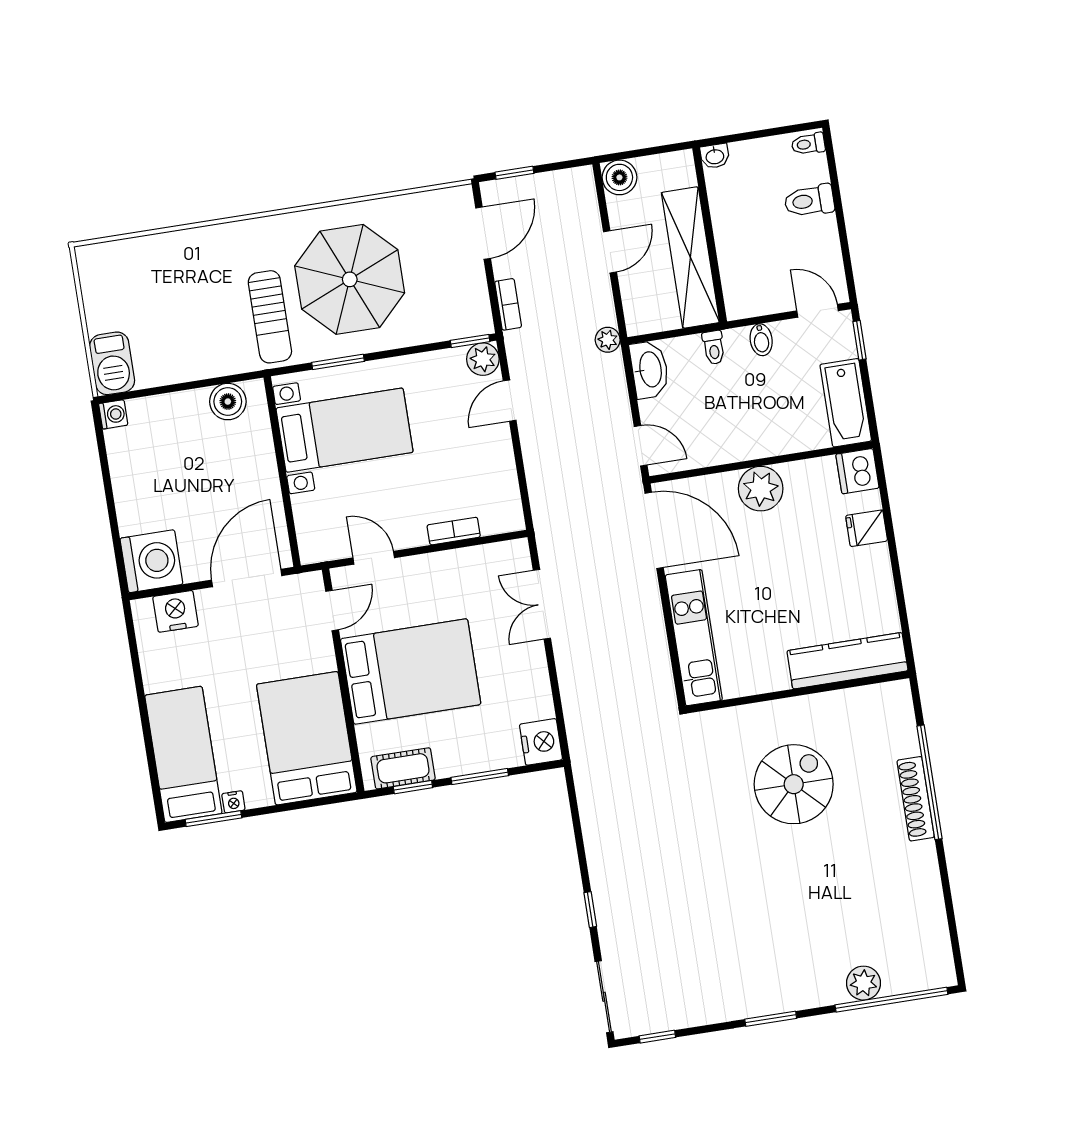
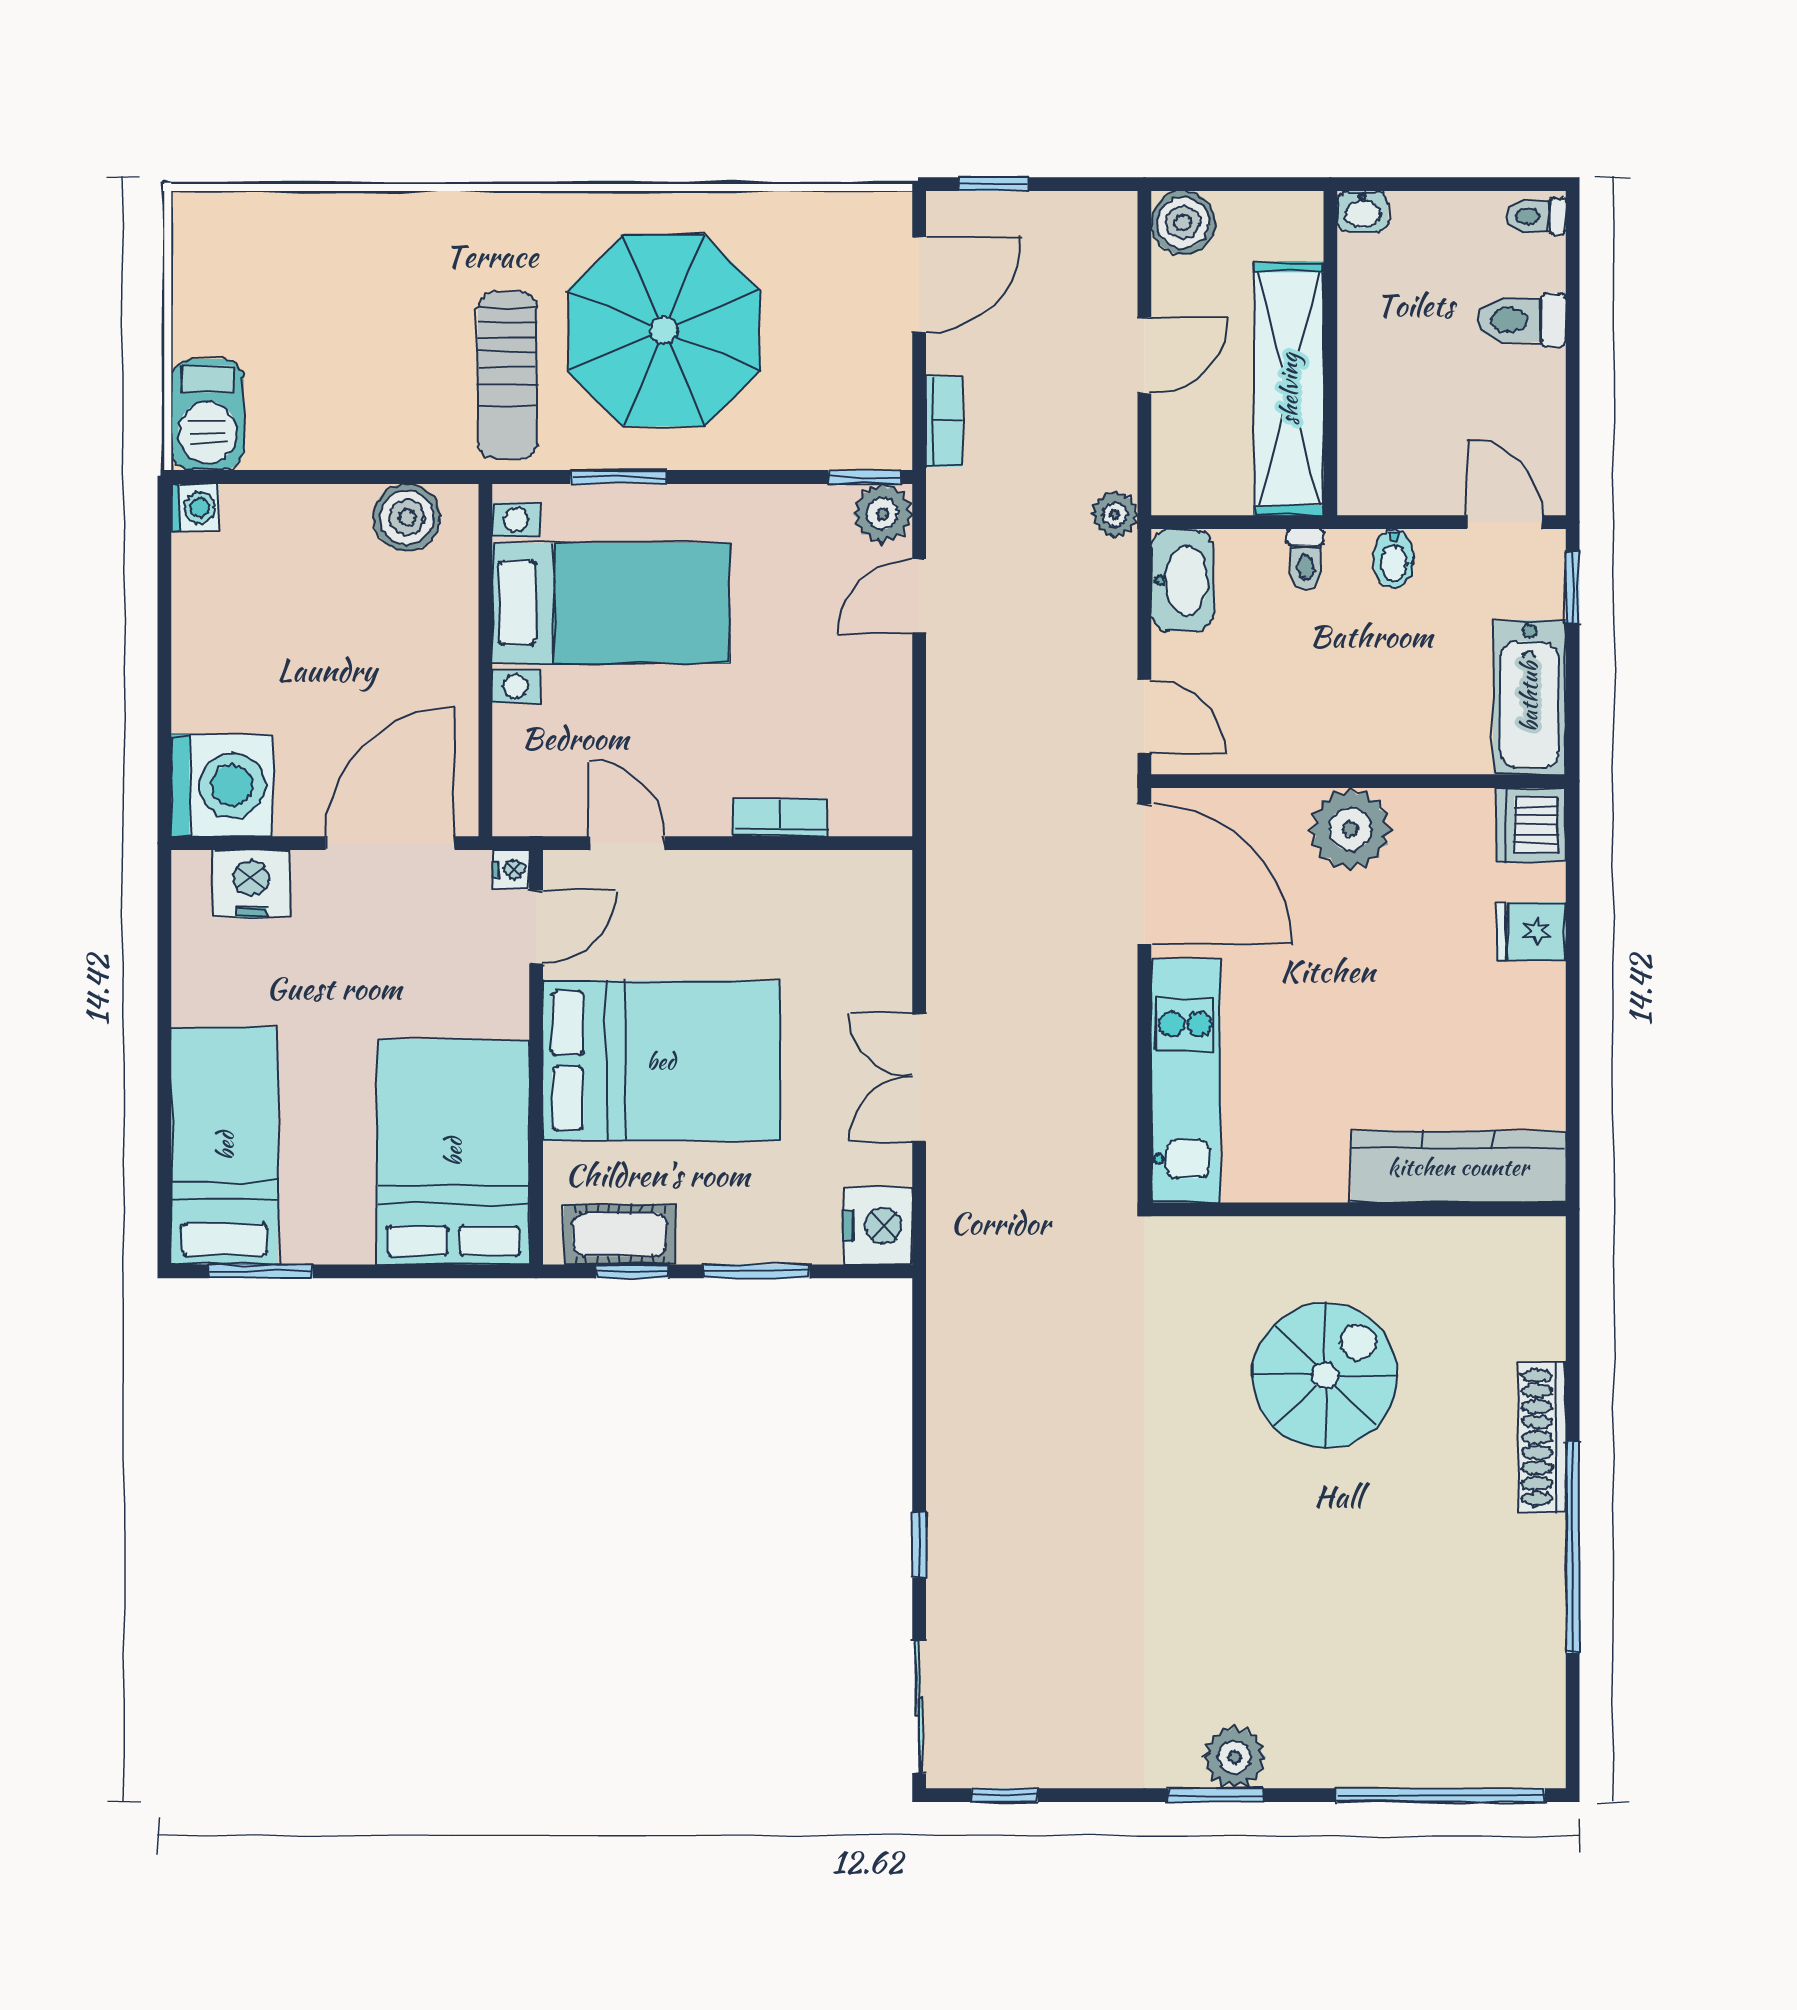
double door: (542, 604) -> (919, 1077), moved
window: (930, 782) -> (1573, 1547), moved
nightstand: (233, 802) -> (511, 869), moved, turned -90
plant: (863, 983) -> (1235, 1757), moved

